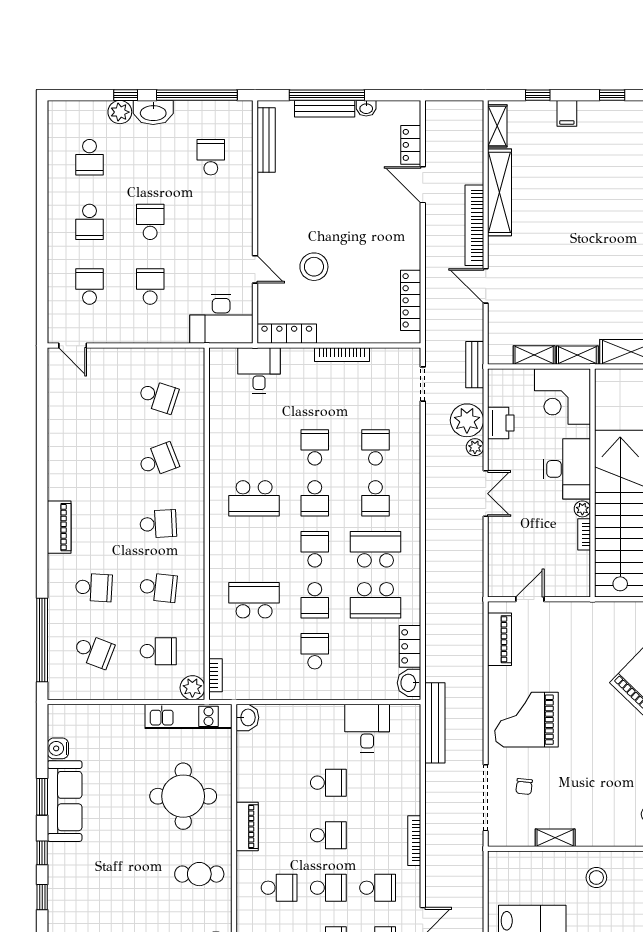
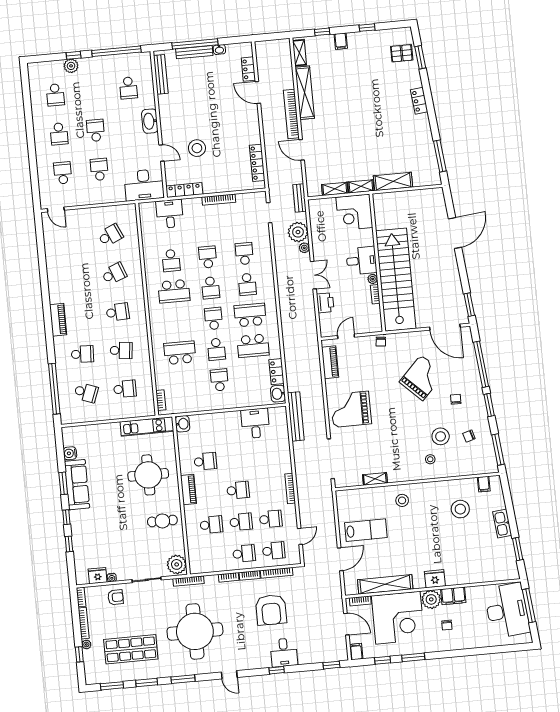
washbasin: (153, 112) -> (150, 121), moved, turned 90
school desk: (211, 157) -> (128, 88), turned 180
school desk: (158, 397) -> (110, 235), turned -42
printer: (501, 423) -> (325, 303), moved
school desk: (254, 447) -> (171, 261), added
desk: (567, 469) -> (361, 261), width x0.73
plant: (192, 688) -> (148, 409), removed
school desk: (328, 783) -> (205, 461), moved
chair: (524, 786) -> (381, 342), moved

